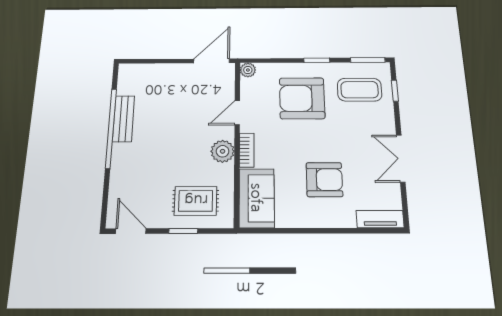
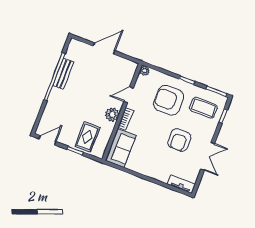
door: (212, 61) -> (104, 48), moved
double door: (401, 158) -> (208, 156), swing flipped
armchair: (324, 180) -> (179, 140), moved, turned 90
rug: (196, 201) -> (87, 137), turned 90
door: (131, 231) -> (47, 140), hinge flipped

